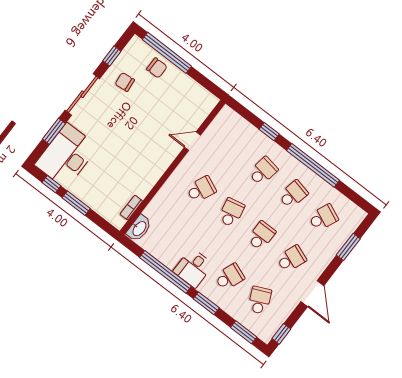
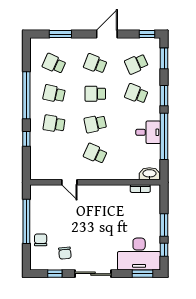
window: (167, 53) -> (26, 221), moved
window: (54, 131) -> (143, 274), moved
desk: (193, 268) -> (148, 132), moved

